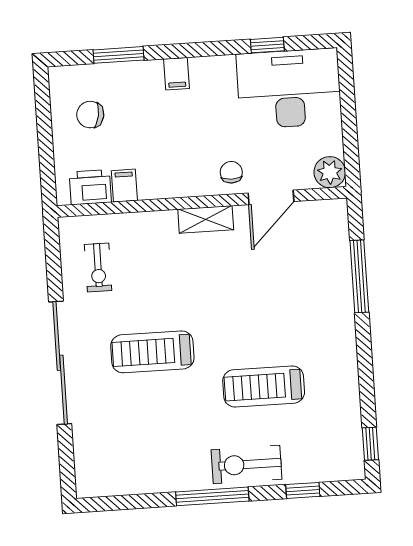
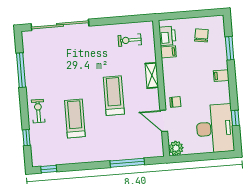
shelving: (206, 219) -> (152, 75), moved
treadmill: (152, 352) -> (114, 96), moved
sliding door: (60, 363) -> (60, 25), moved
exercise bike: (246, 464) -> (38, 111), width x0.73, depth x0.72
window: (212, 496) -> (21, 70), moved

